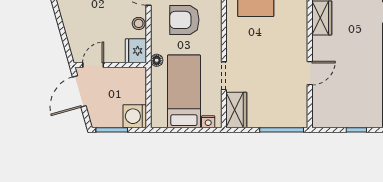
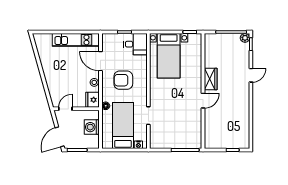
door: (310, 73) -> (203, 101), moved
door: (79, 91) -> (60, 137), moved
wardrobe: (236, 110) -> (156, 137), removed
washing machine: (135, 116) -> (92, 127), moved

